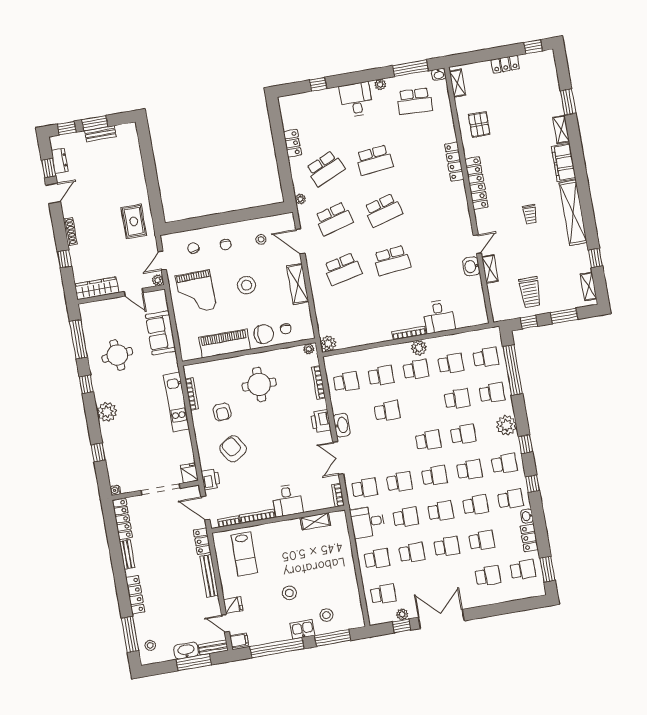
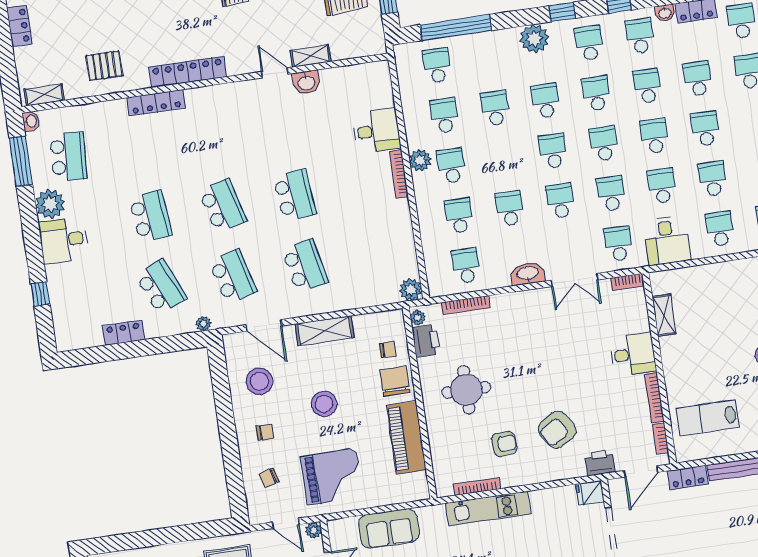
plant: (380, 85) -> (50, 204), width x1.87, depth x1.87
stool: (261, 239) -> (259, 381), width x1.89, depth x1.89
door: (300, 241) -> (264, 325), hinge flipped
school desk: (492, 393) -> (560, 201), moved
printer: (321, 421) -> (426, 341), moved, turned -90
lab bench: (244, 554) -> (708, 418), turned 180

